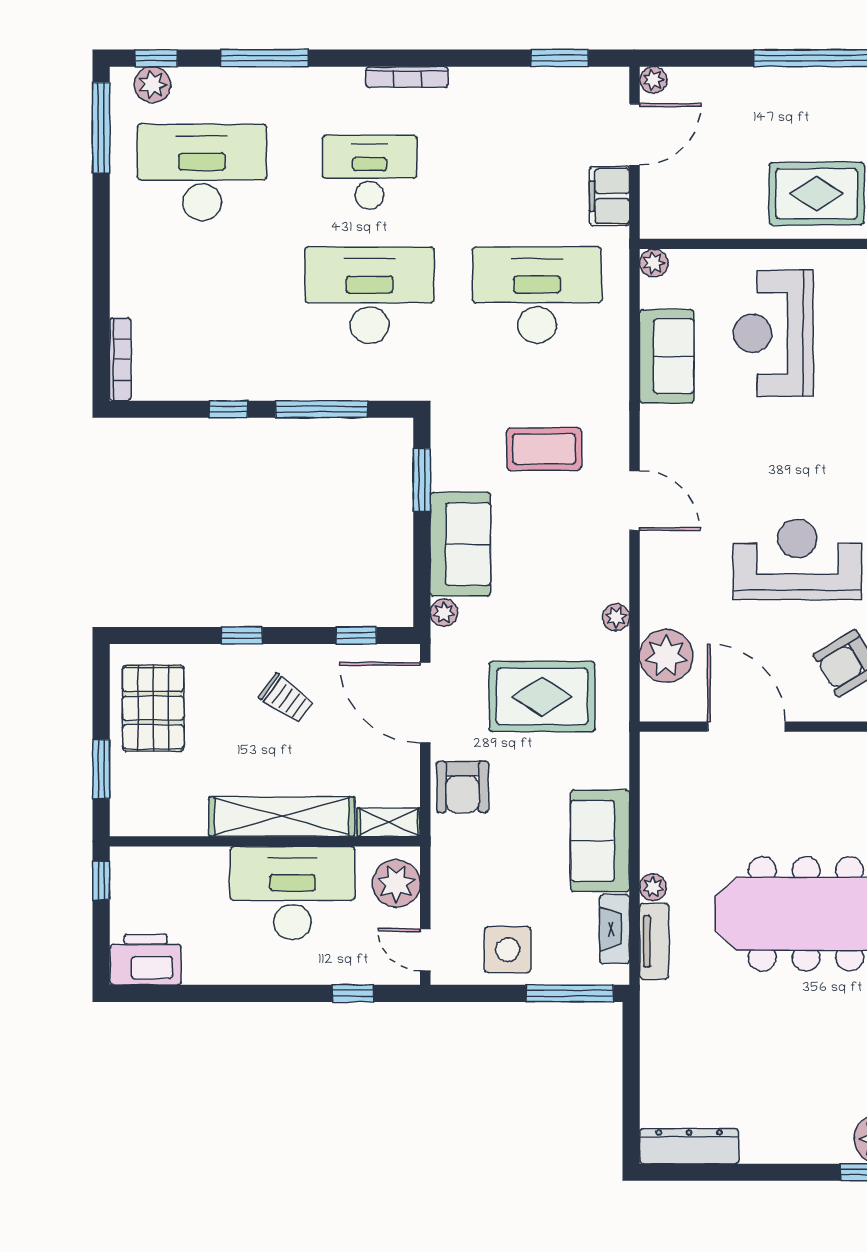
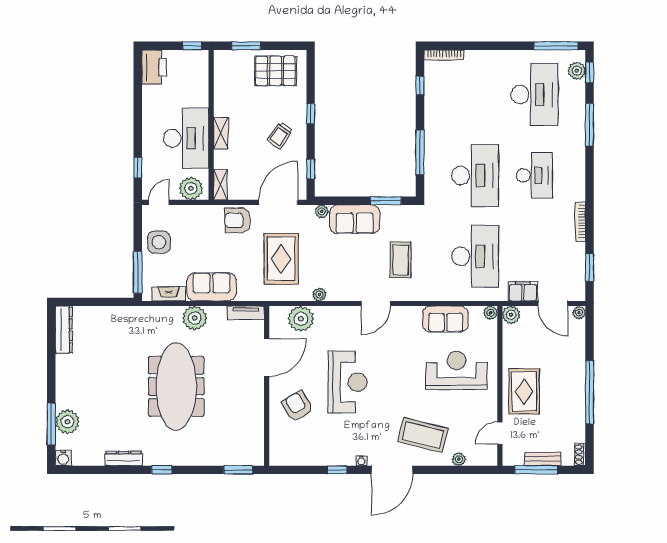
bookcase: (407, 77) -> (580, 222), moved
plant: (658, 220) -> (511, 315), added
window: (229, 409) -> (420, 86), moved
shelving: (282, 817) -> (221, 133), width x0.45, depth x0.75
plant: (653, 887) -> (195, 318), width x1.88, depth x1.88
tv unit: (654, 941) -> (246, 313), moved

